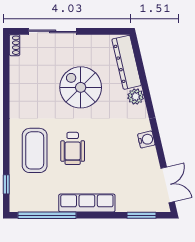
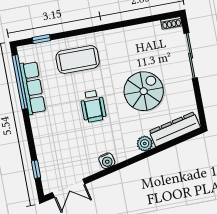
wheelchair: (73, 148) -> (93, 106), moved, turned -90
row of seats: (87, 203) -> (33, 88), moved
window: (142, 215) -> (36, 169), width x0.67

